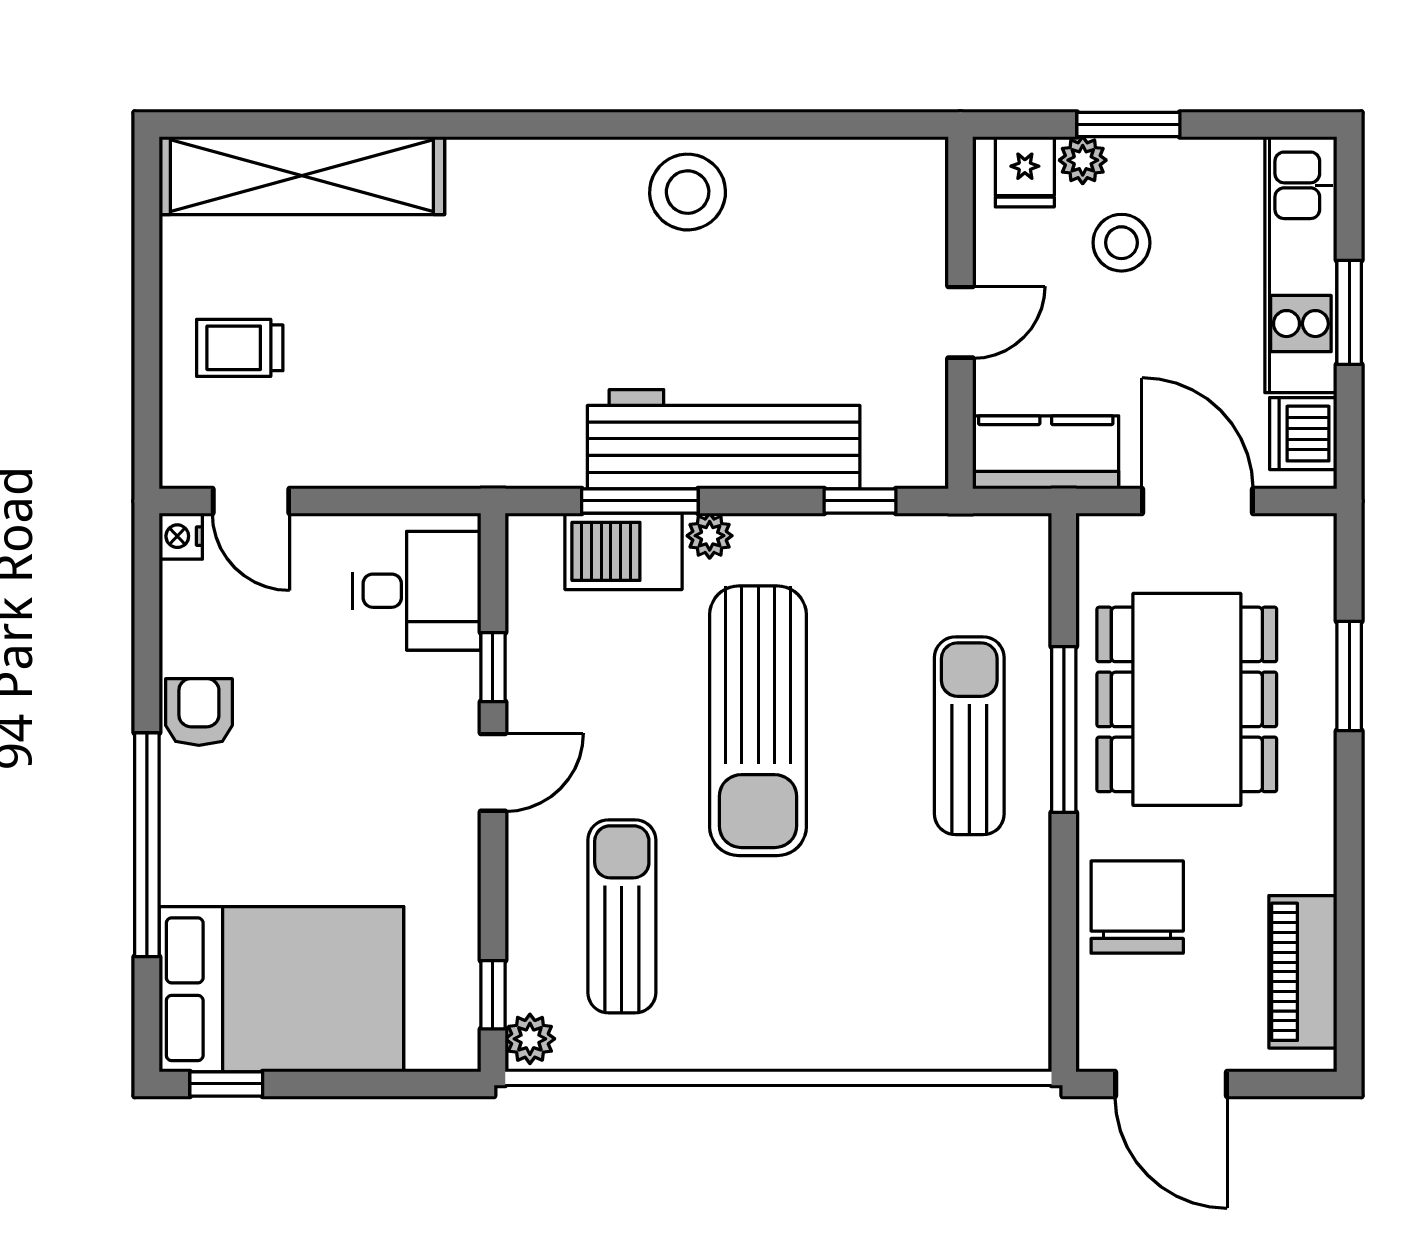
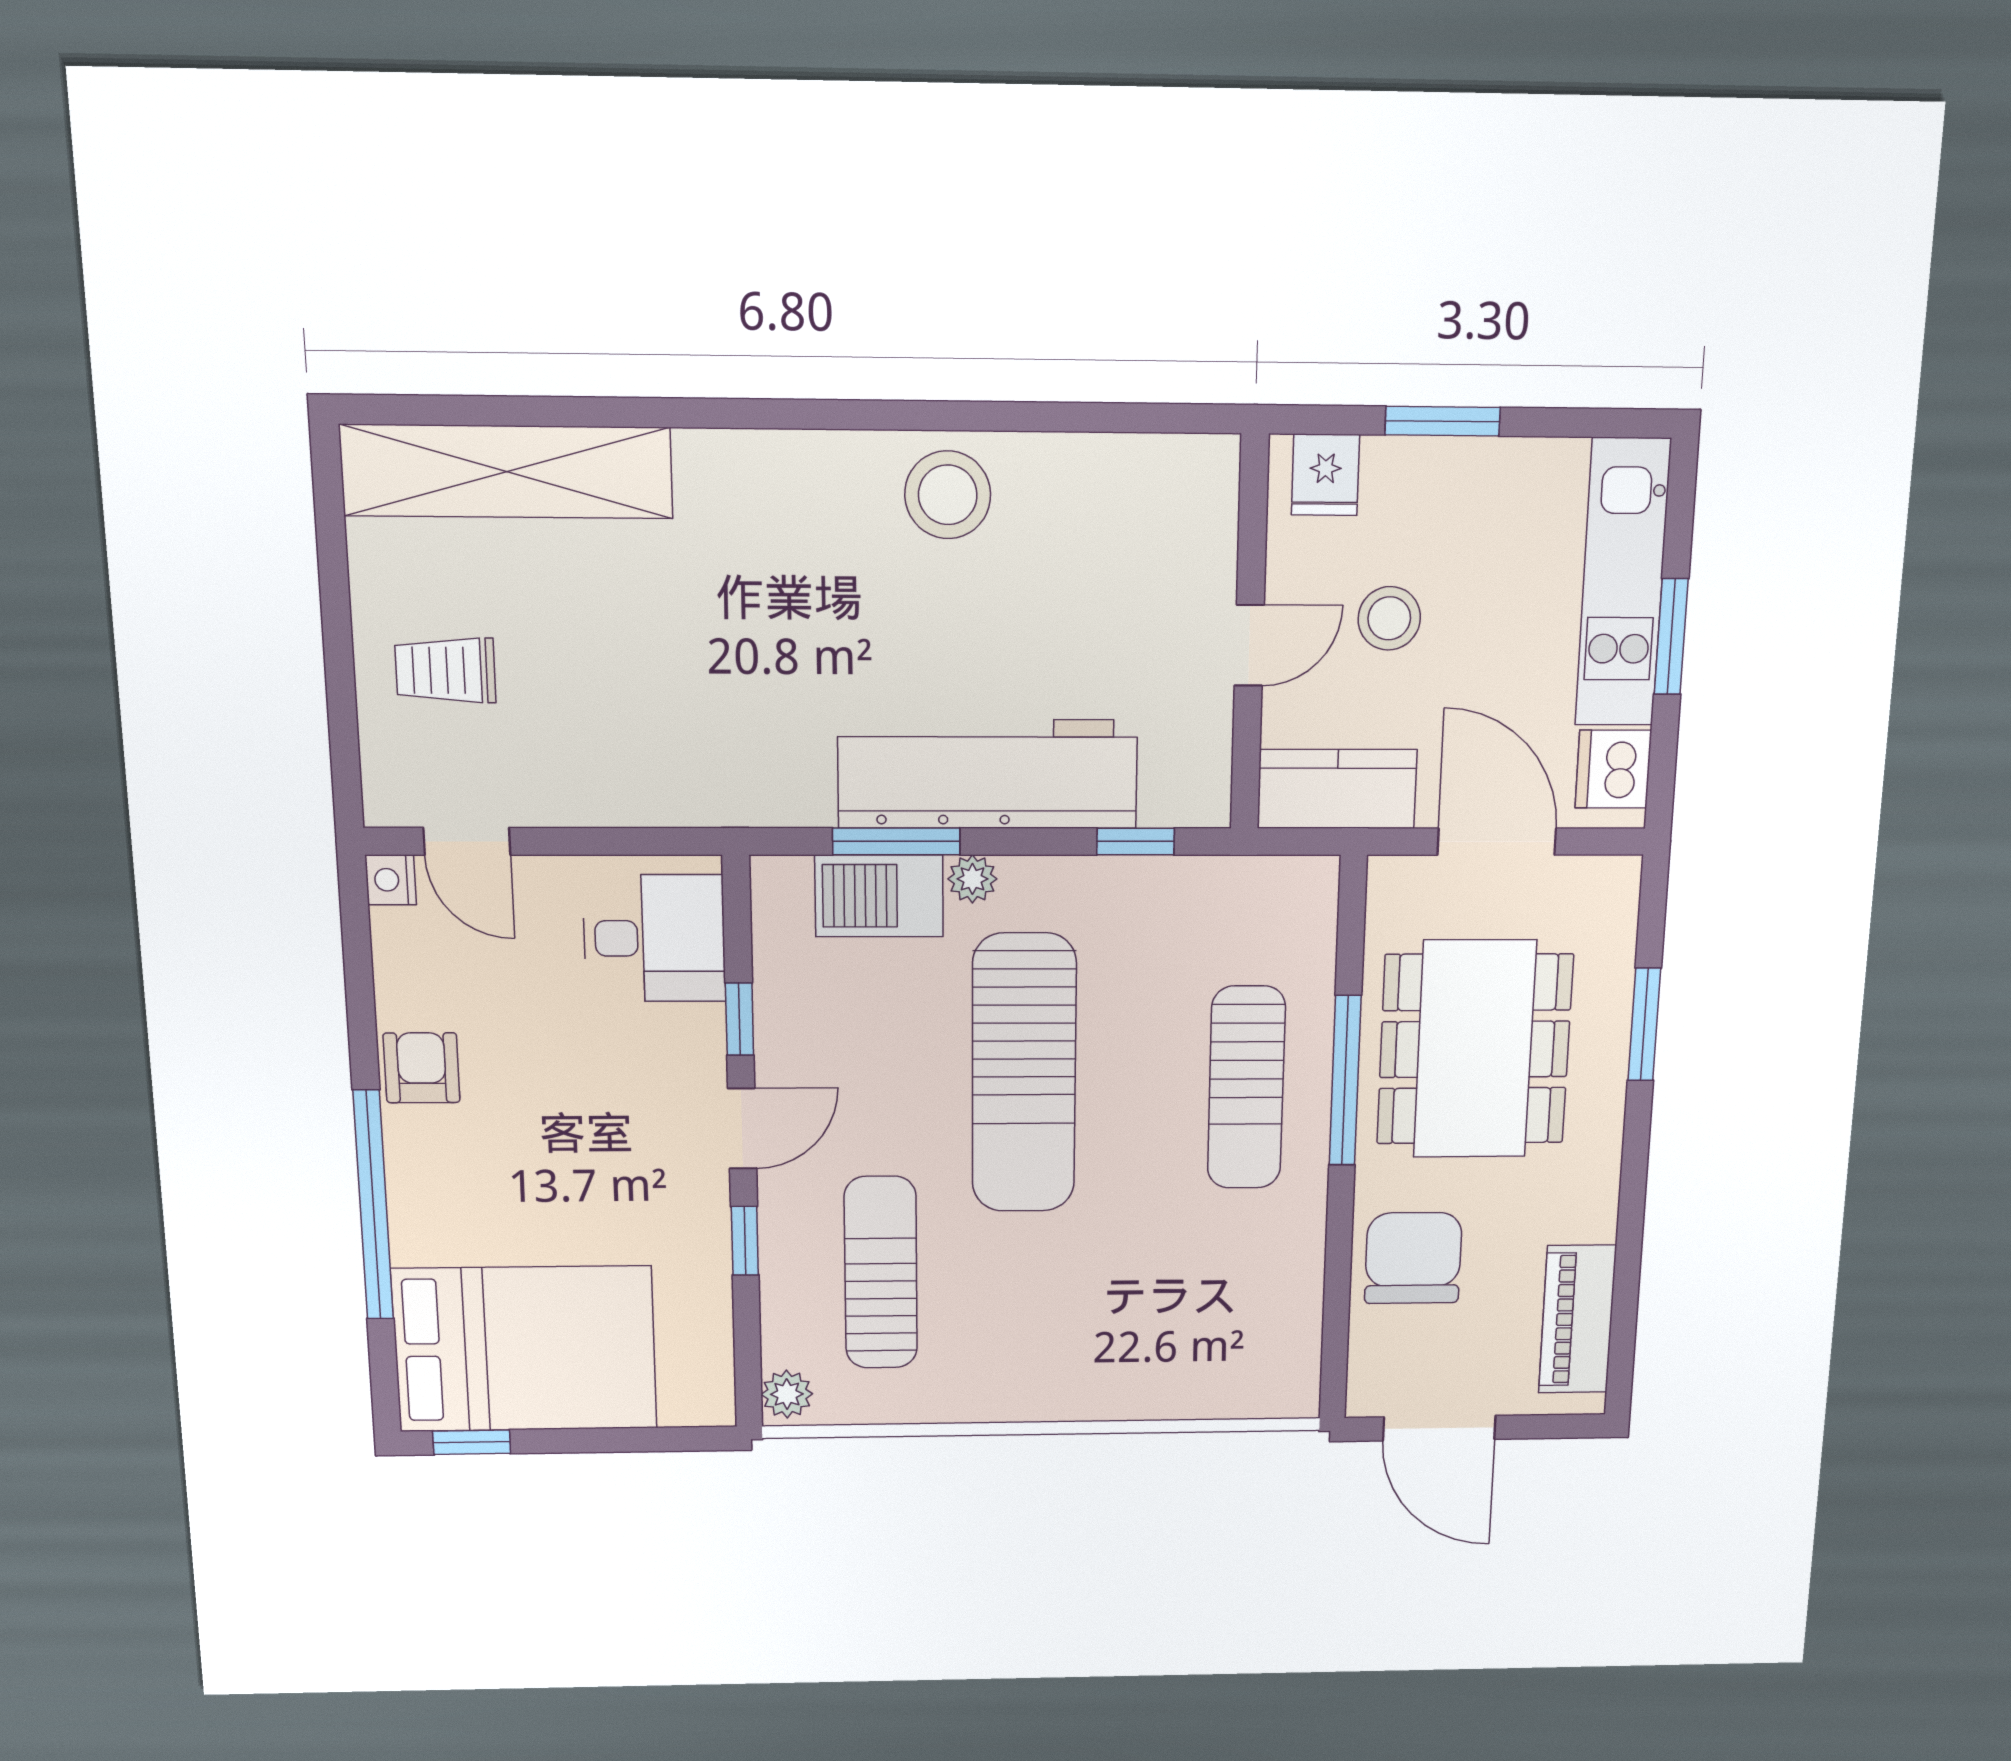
plant: (1083, 160) -> (1390, 462), removed
stool: (1121, 243) -> (1389, 618), moved
sun lounger: (969, 736) -> (1246, 1088), turned 180
window: (493, 995) -> (745, 1241), moved

